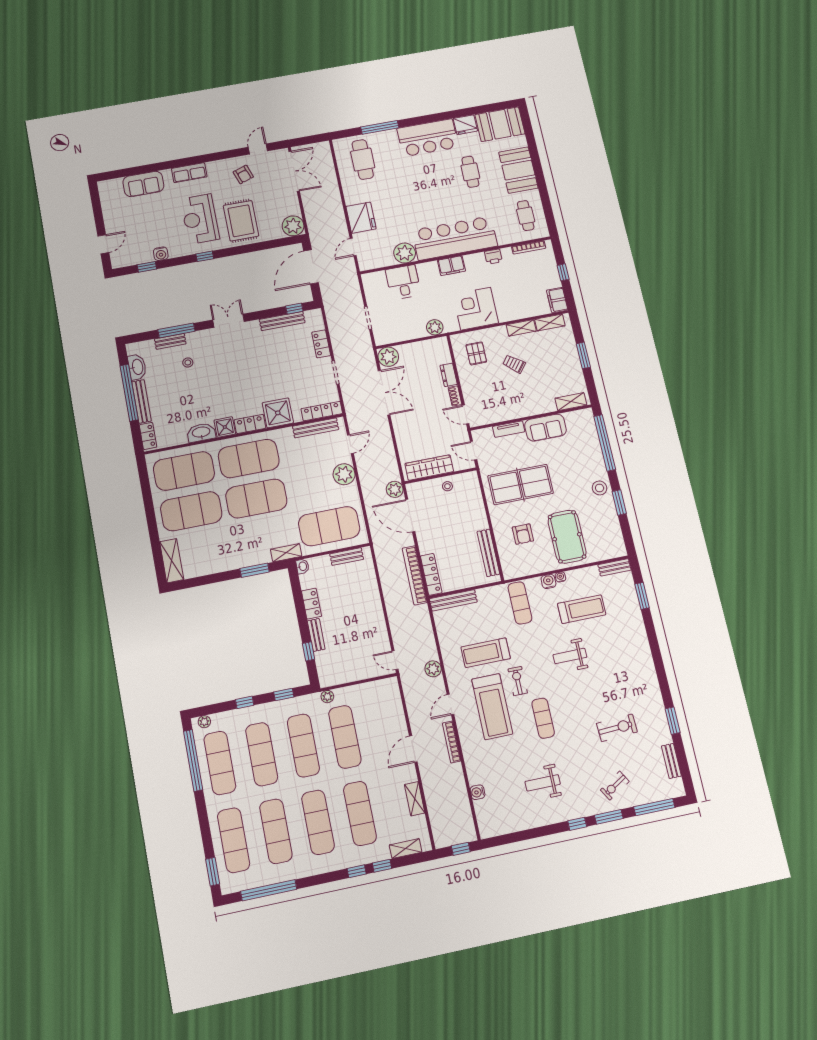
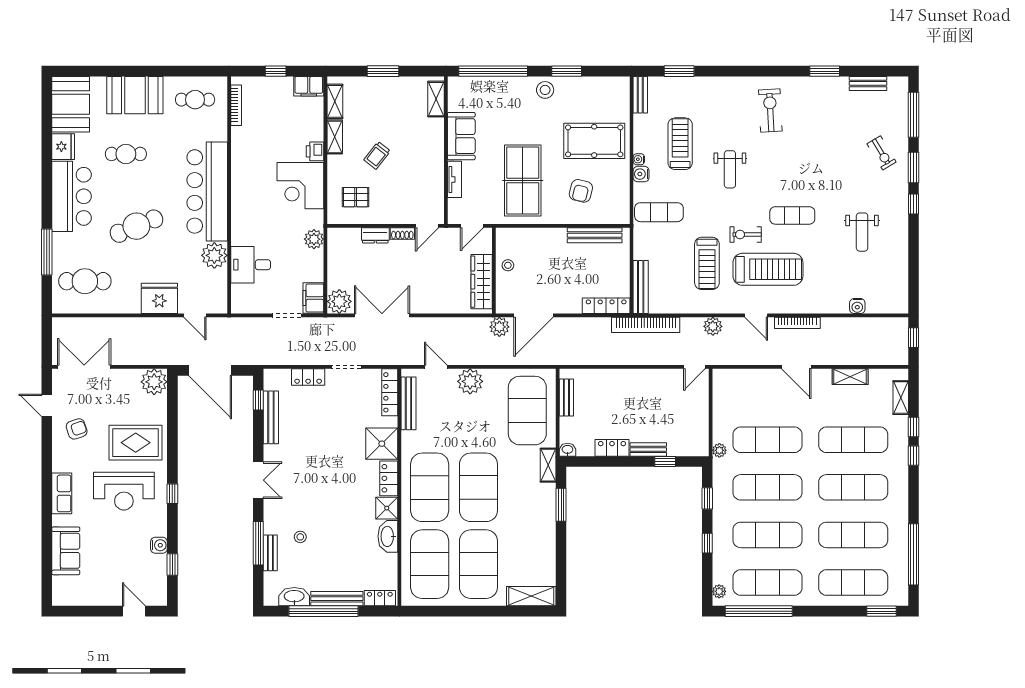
cafe table: (415, 190) -> (136, 226), added
printer: (493, 257) -> (315, 151), moved, turned 180
filing cabinet: (451, 266) -> (313, 298), moved, turned 180
double door: (229, 321) -> (258, 480), swing flipped
armchair: (523, 534) -> (581, 191), turned 104
bookcase: (415, 575) -> (646, 325), moved
exercise bike: (617, 728) -> (770, 111), moved

